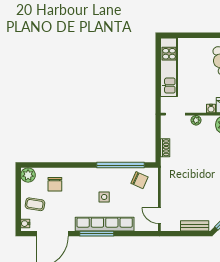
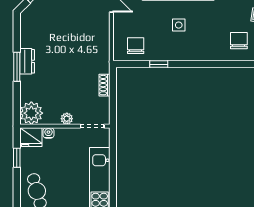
window: (121, 165) -> (159, 64), width x0.32
chair: (139, 180) -> (136, 46), turned 66

